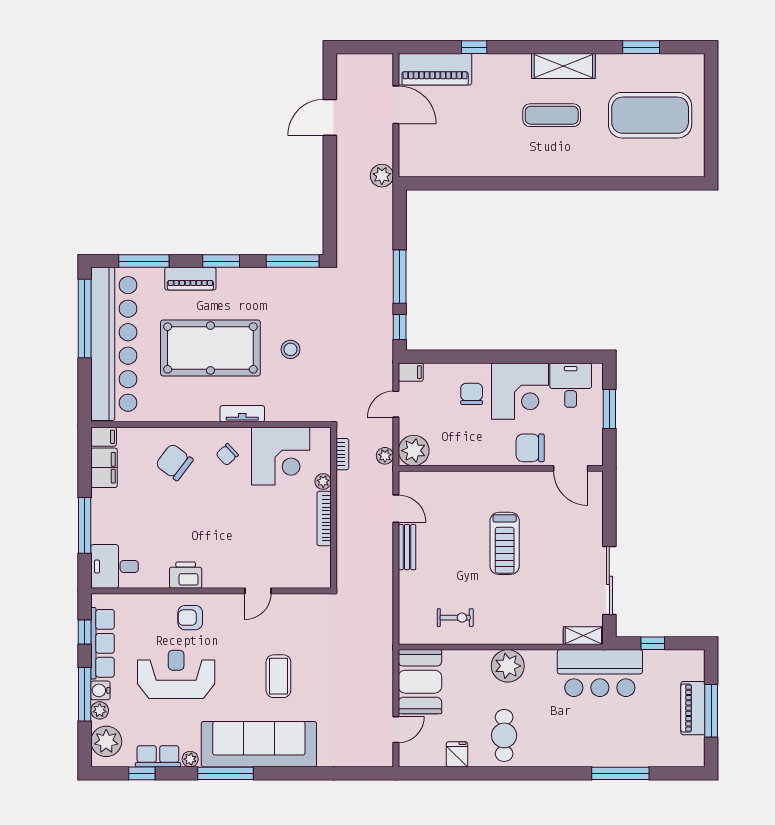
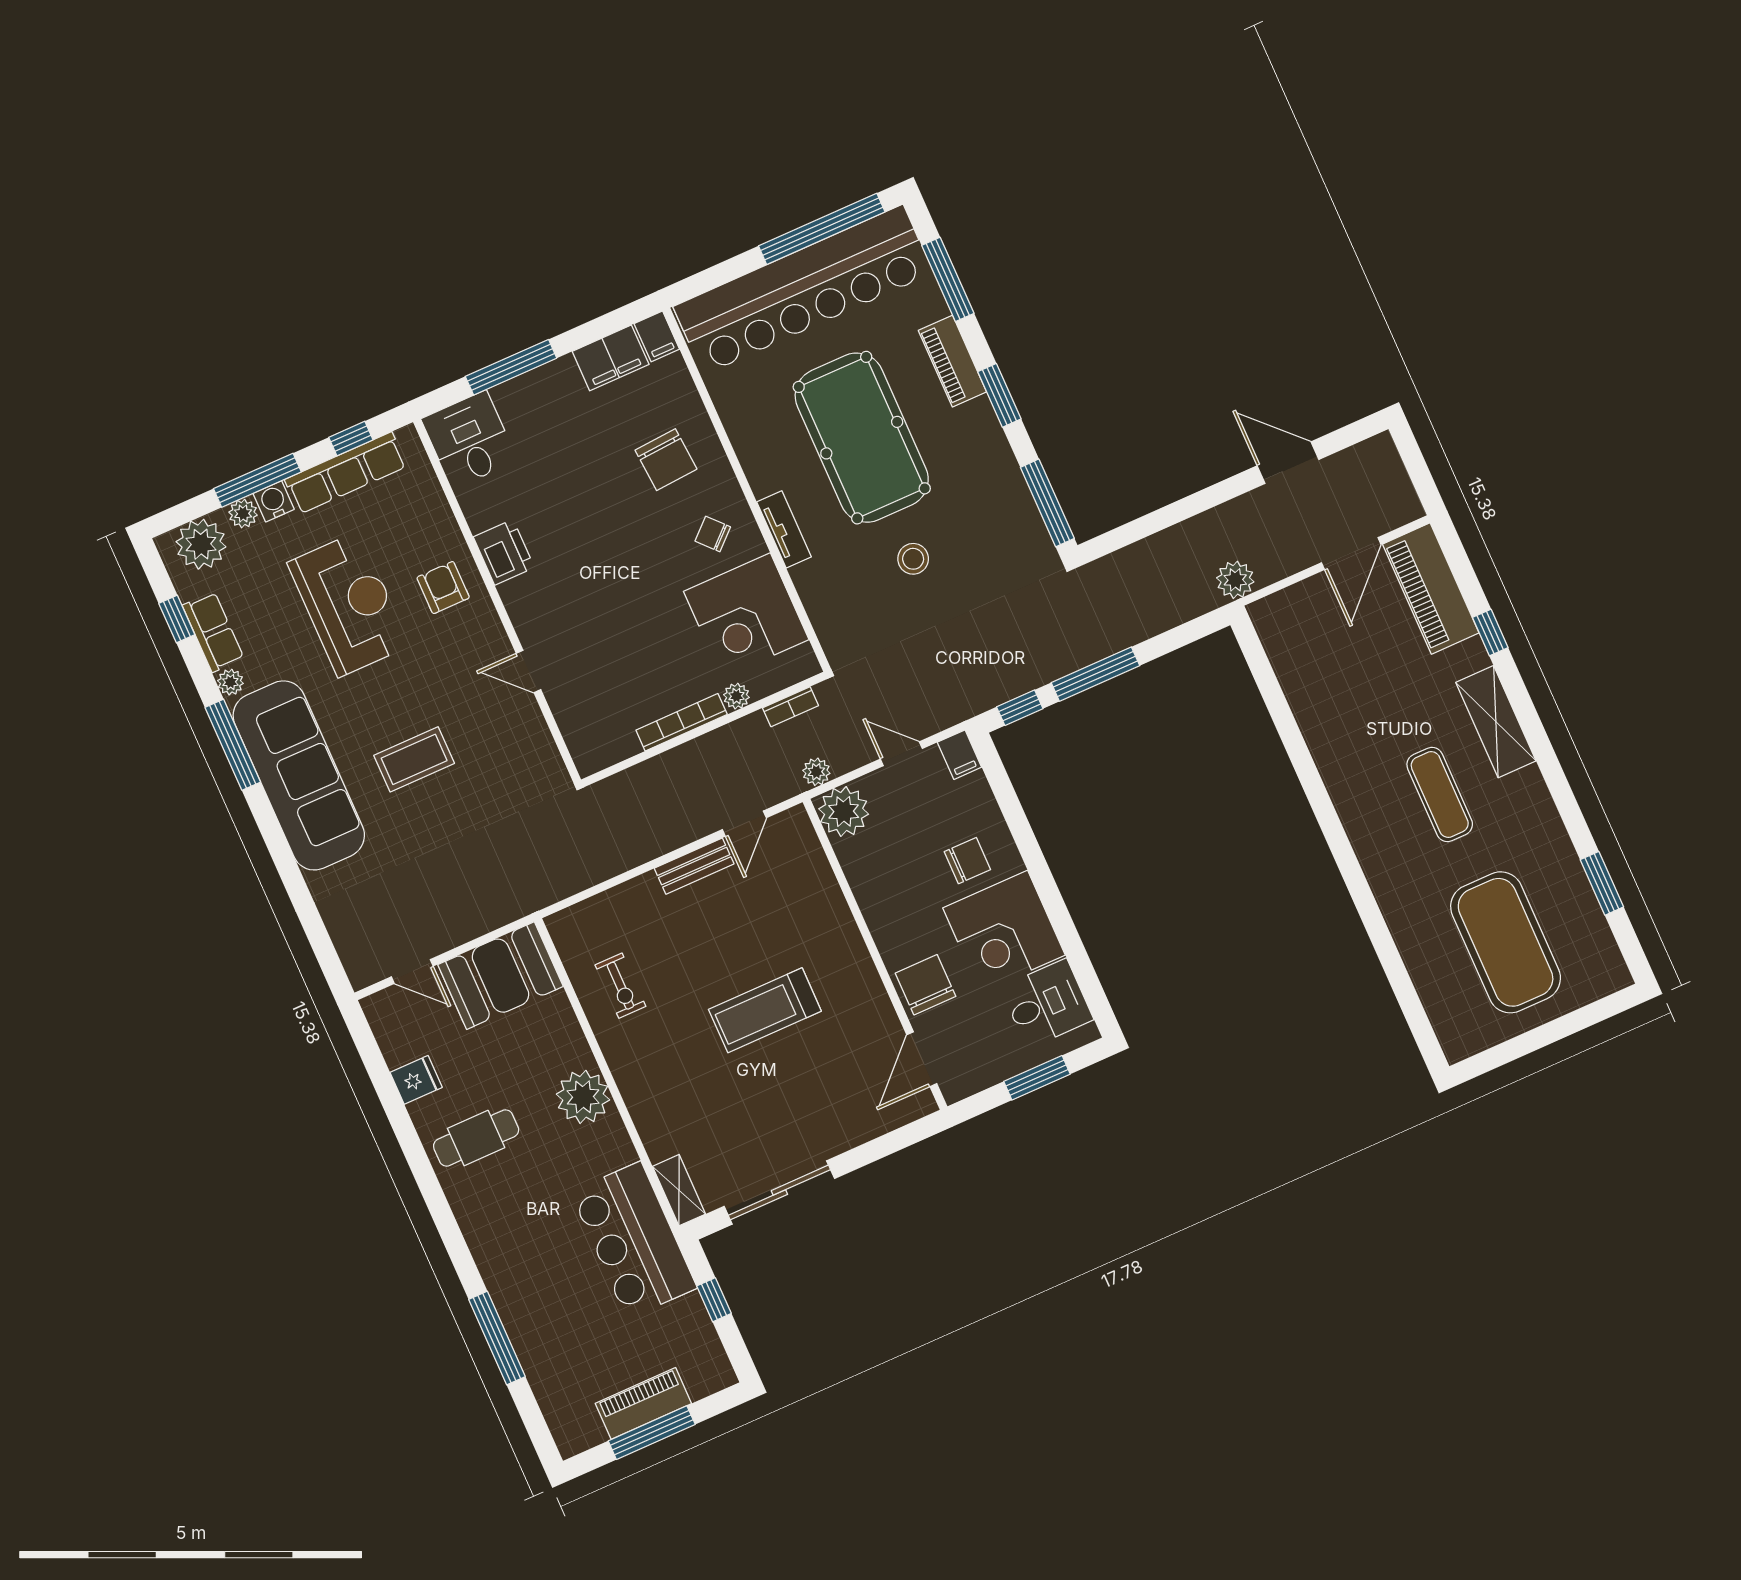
shelving: (563, 66) -> (1496, 722), moved
chair: (174, 462) -> (666, 460), turned 139

